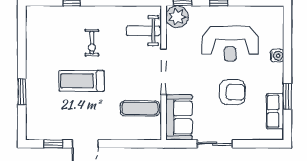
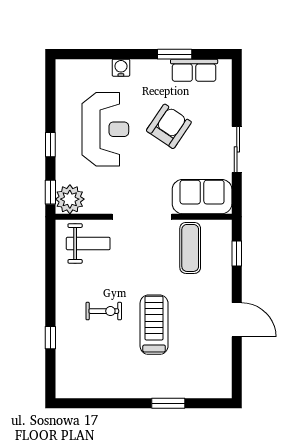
weight bench: (143, 31) -> (88, 243), turned -90
treadmill: (82, 81) -> (154, 325), turned 180
armchair: (232, 92) -> (169, 126), turned 34
window: (53, 144) -> (237, 253), moved

